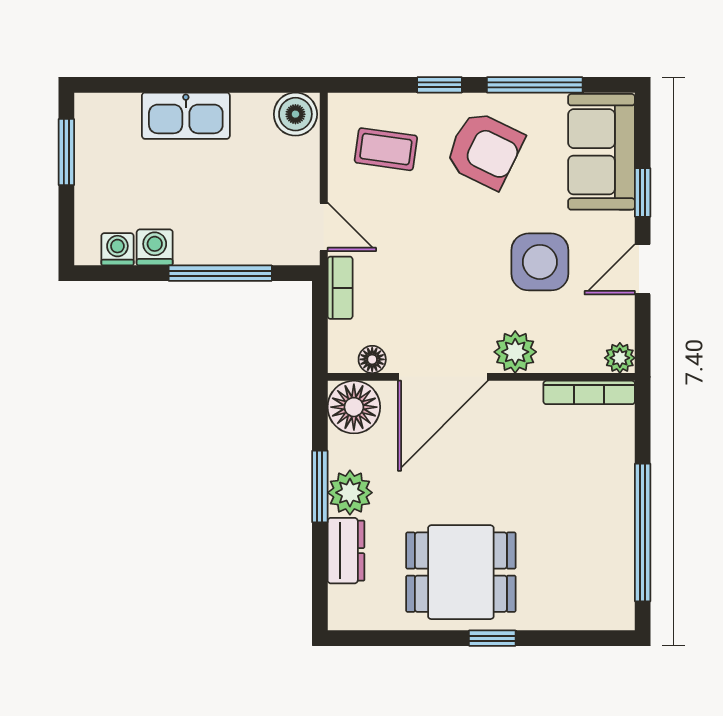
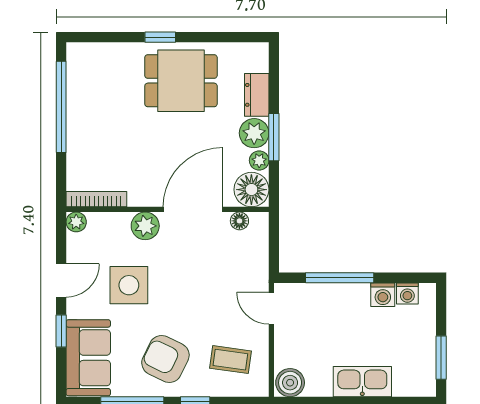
bookcase: (340, 288) -> (261, 268), removed
plant: (342, 451) -> (259, 160), added

